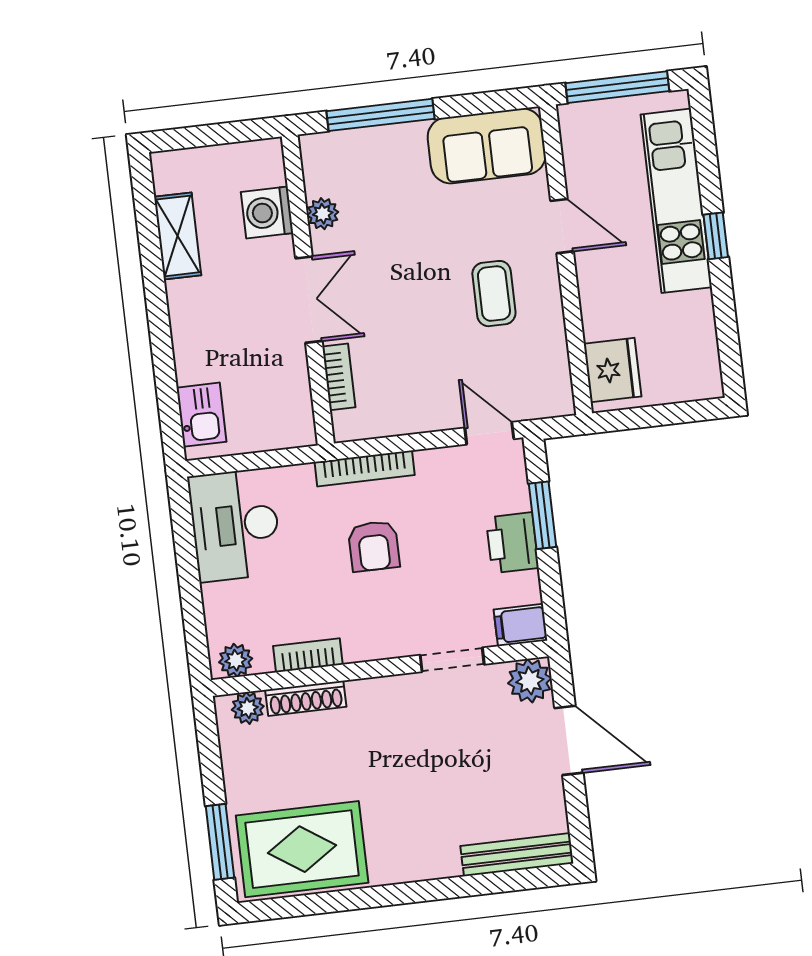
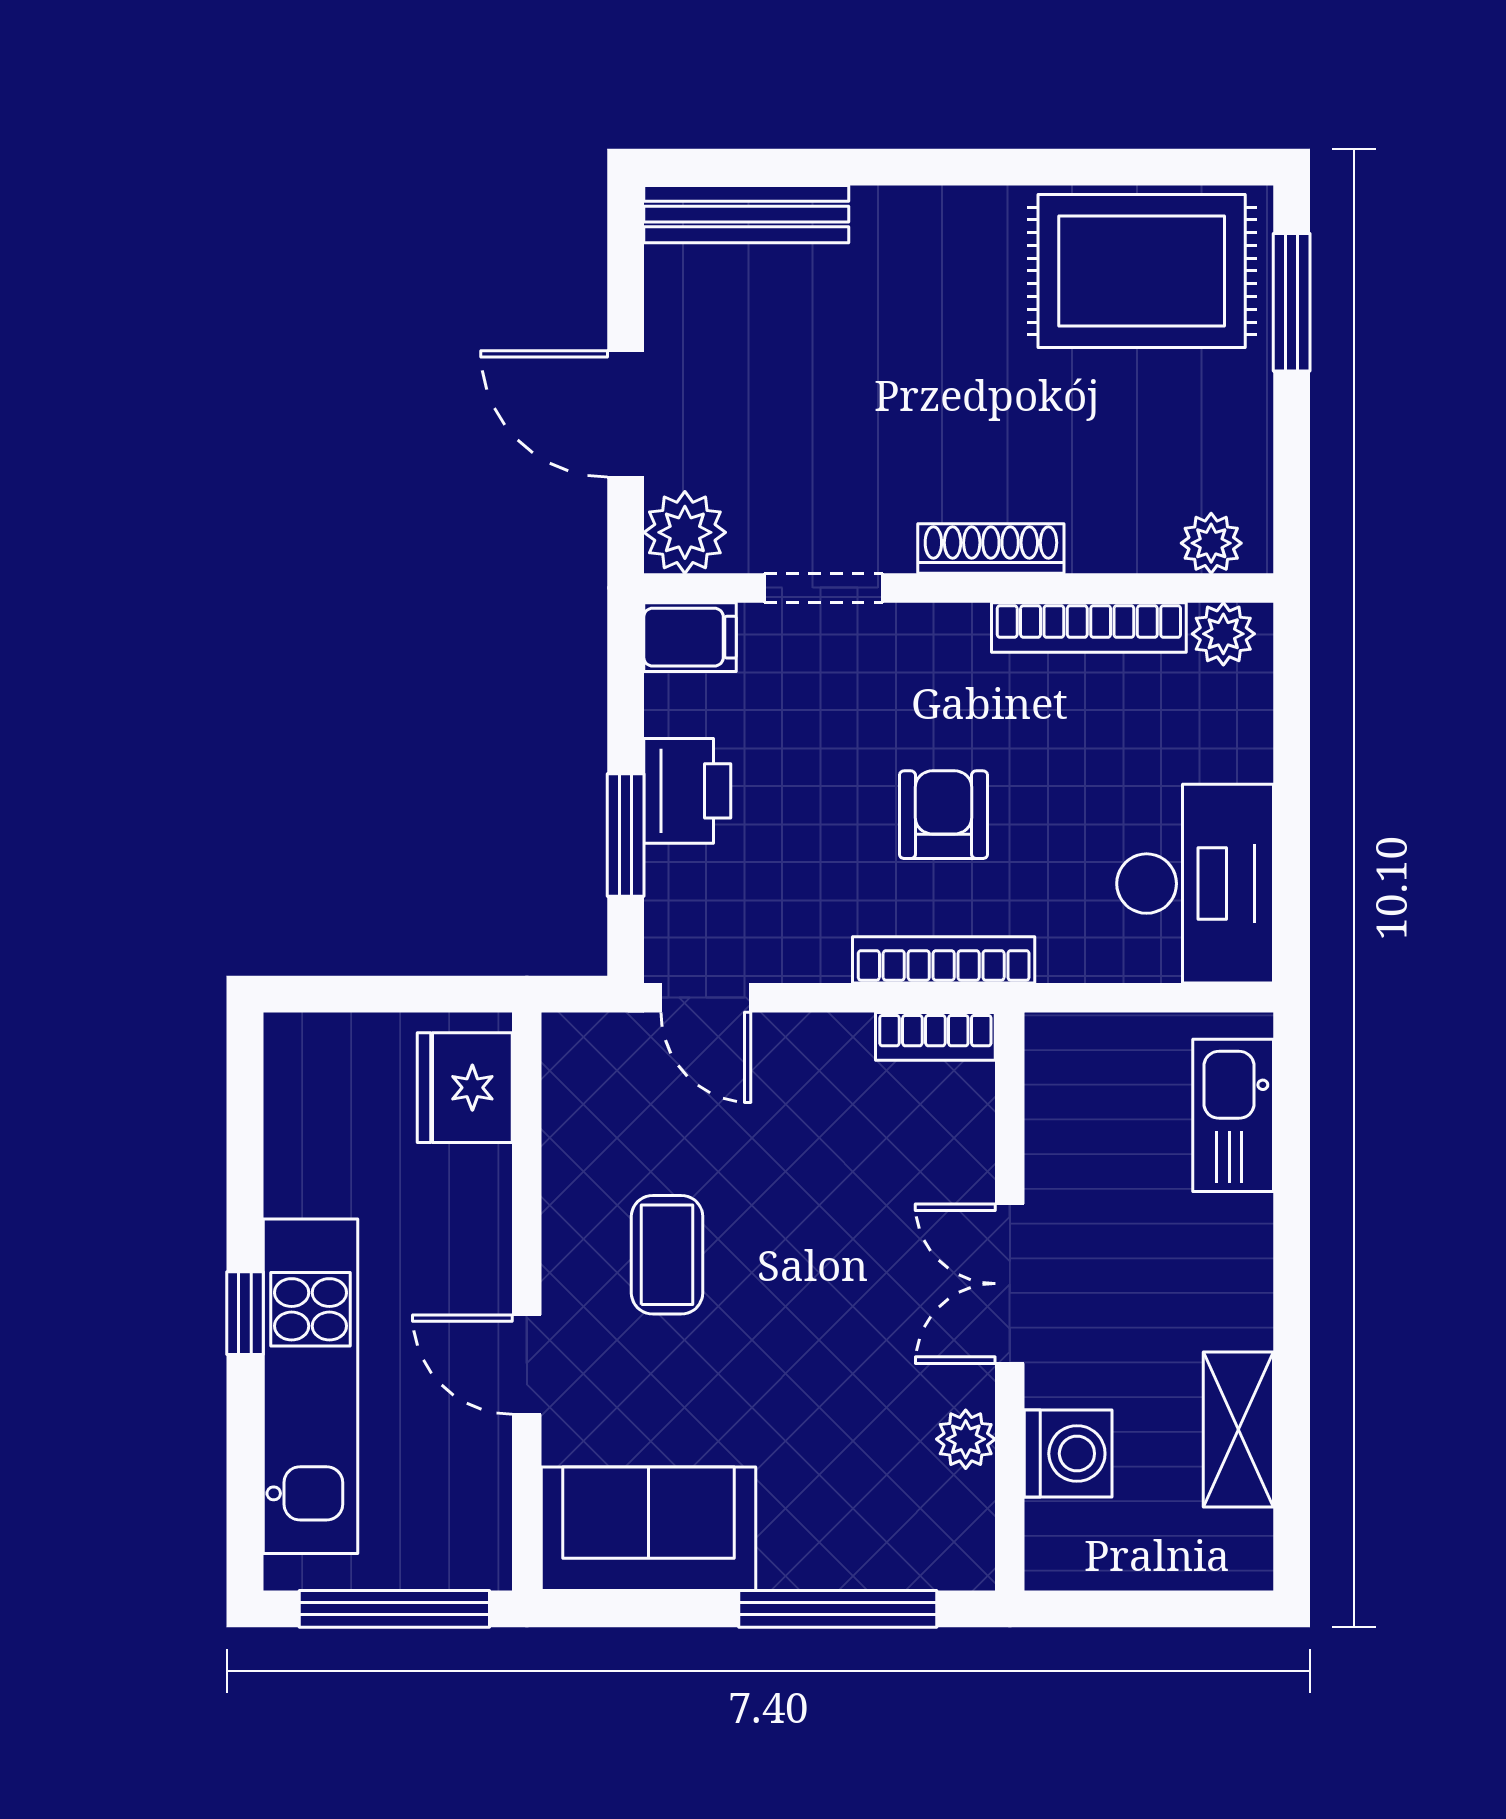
bookcase: (339, 377) -> (935, 1036), moved, turned -90
kitchen sink: (201, 415) -> (1233, 1115), width x1.38
bookcase: (308, 655) -> (1089, 627), width x1.56
shoe rack: (306, 698) -> (991, 549), moved

